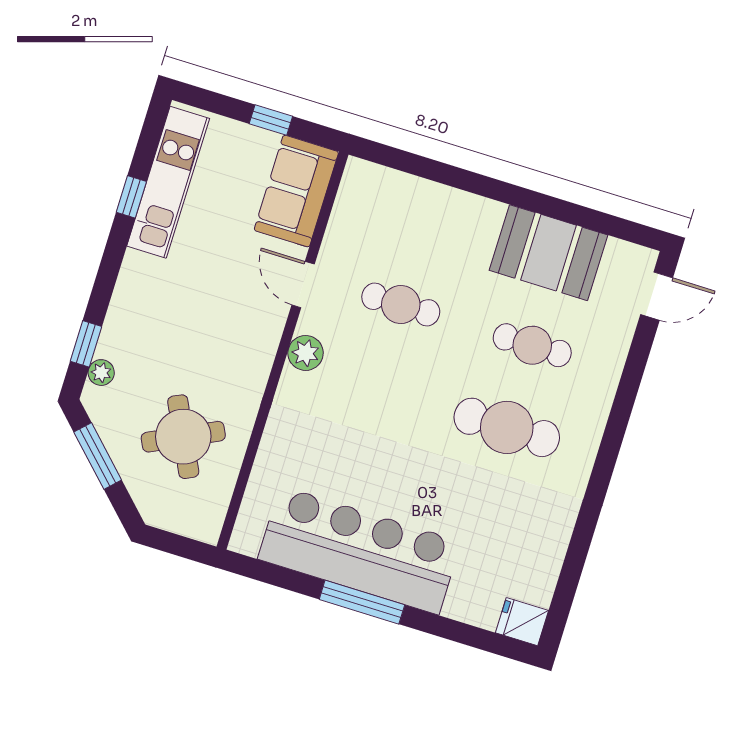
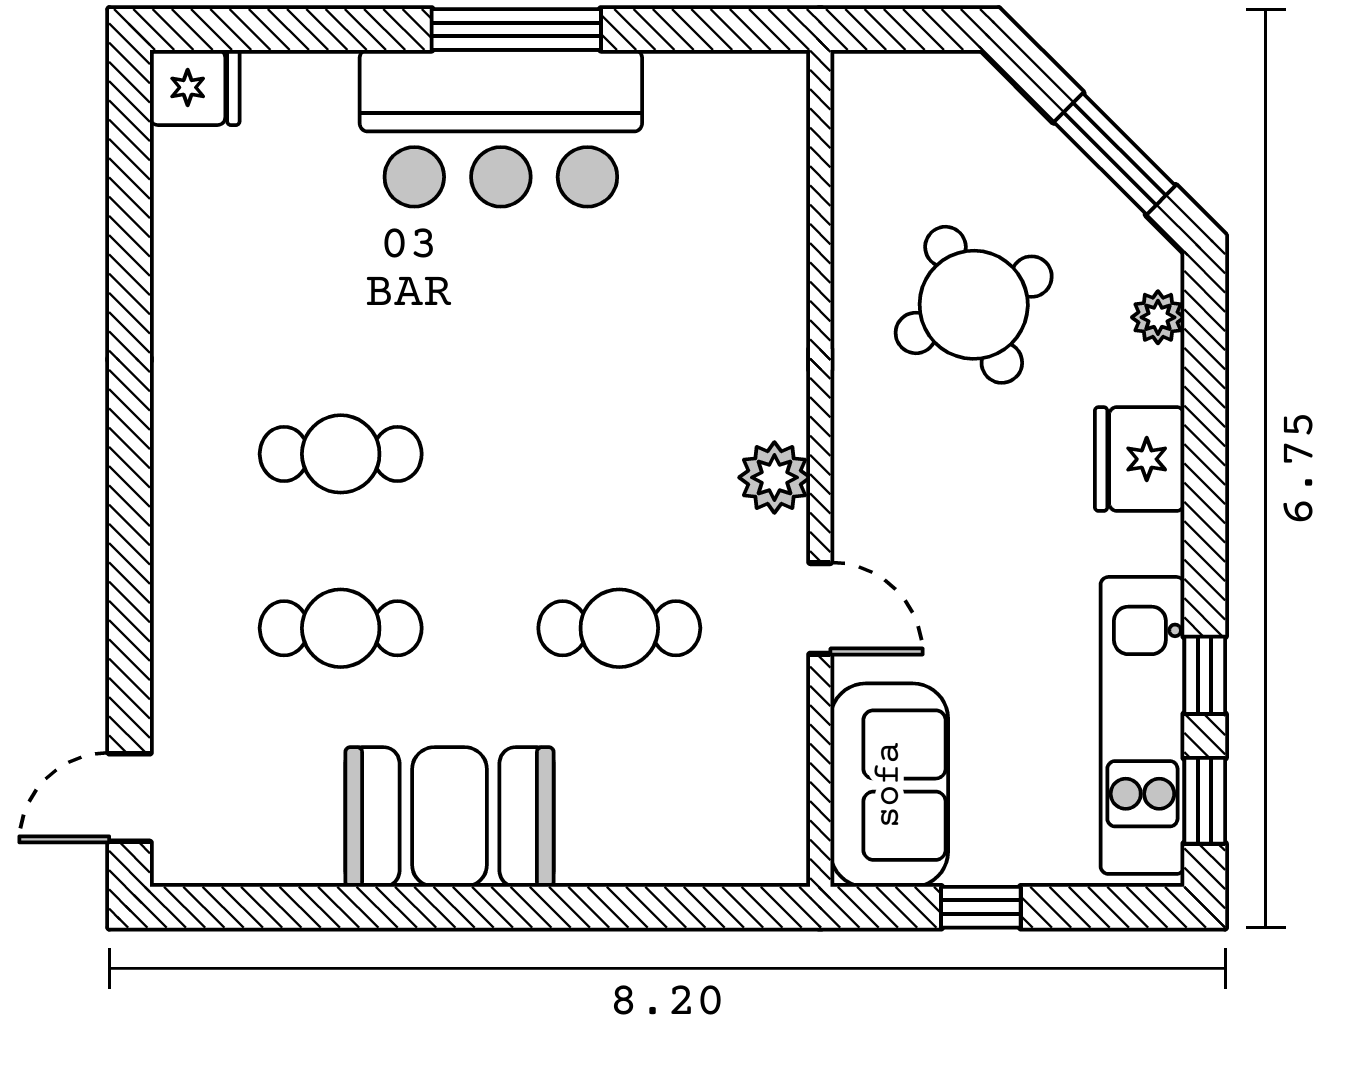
booth: (549, 253) -> (450, 817), moved
fridge: (131, 308) -> (1140, 459), added
window: (86, 344) -> (1205, 801), moved
cafe table: (507, 427) -> (341, 454), width x0.73, depth x0.74
round table: (183, 437) -> (974, 305), moved
bar counter: (359, 550) -> (501, 128), width x0.73

